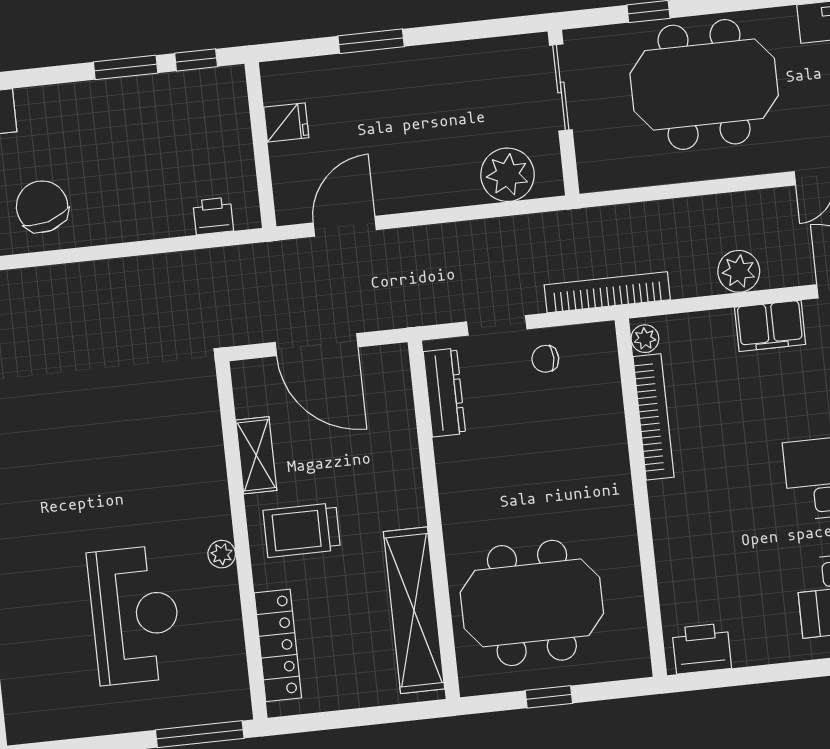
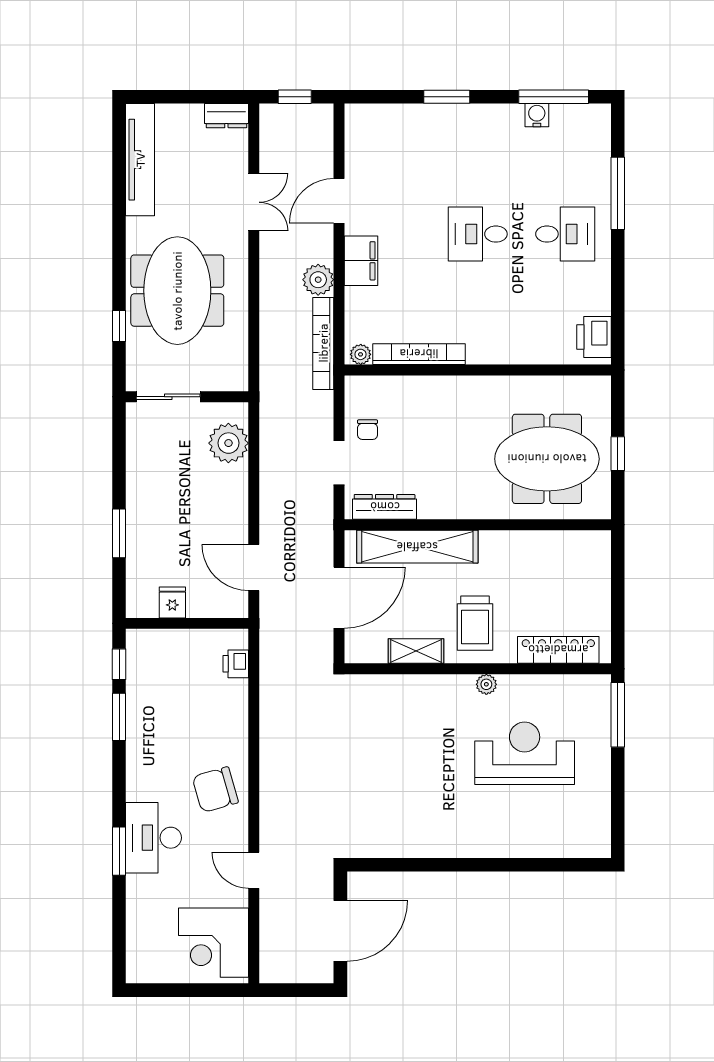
bookcase: (607, 292) -> (323, 343), moved
meeting table: (532, 603) -> (547, 459), turned 90
shelving: (414, 610) -> (417, 547), moved

